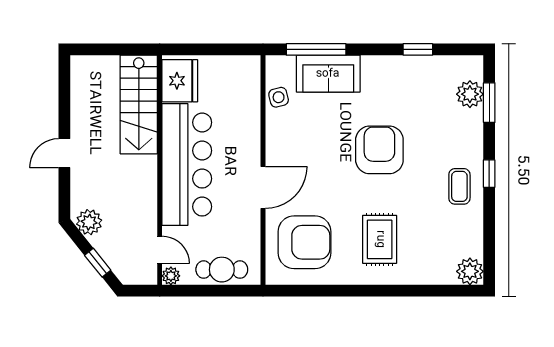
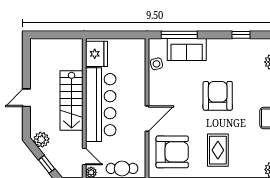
stairs: (139, 105) -> (72, 100), moved

